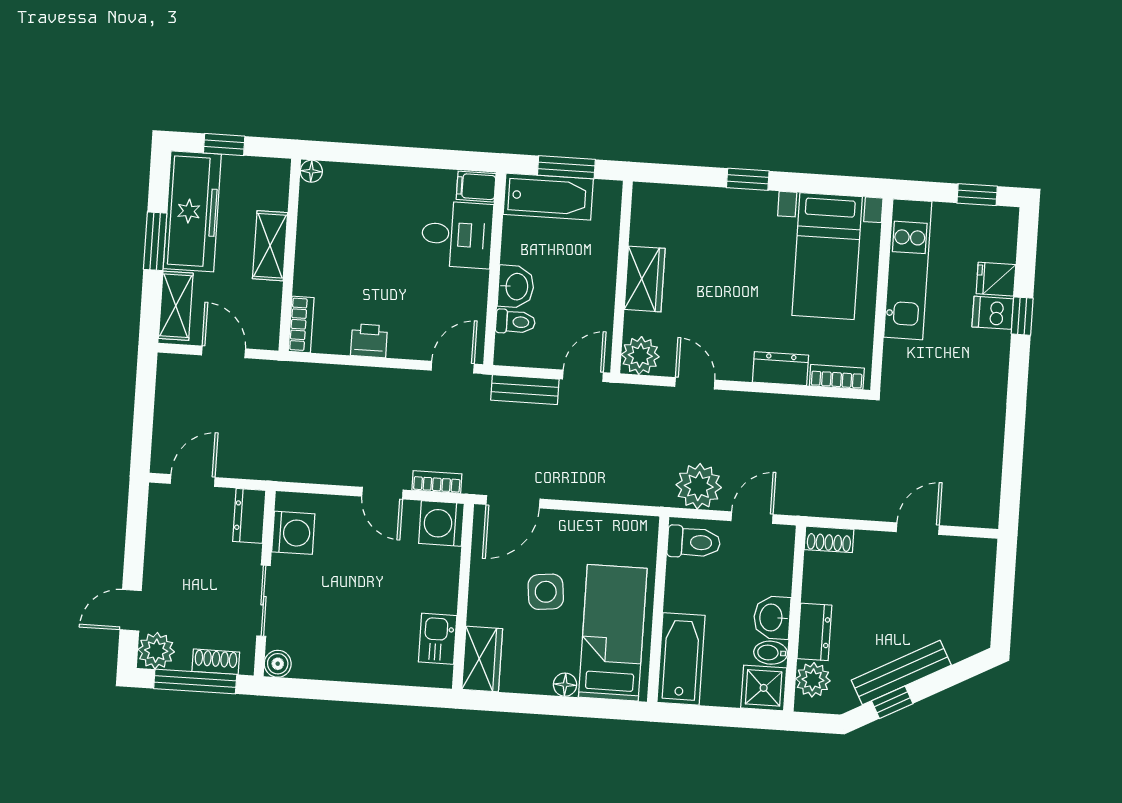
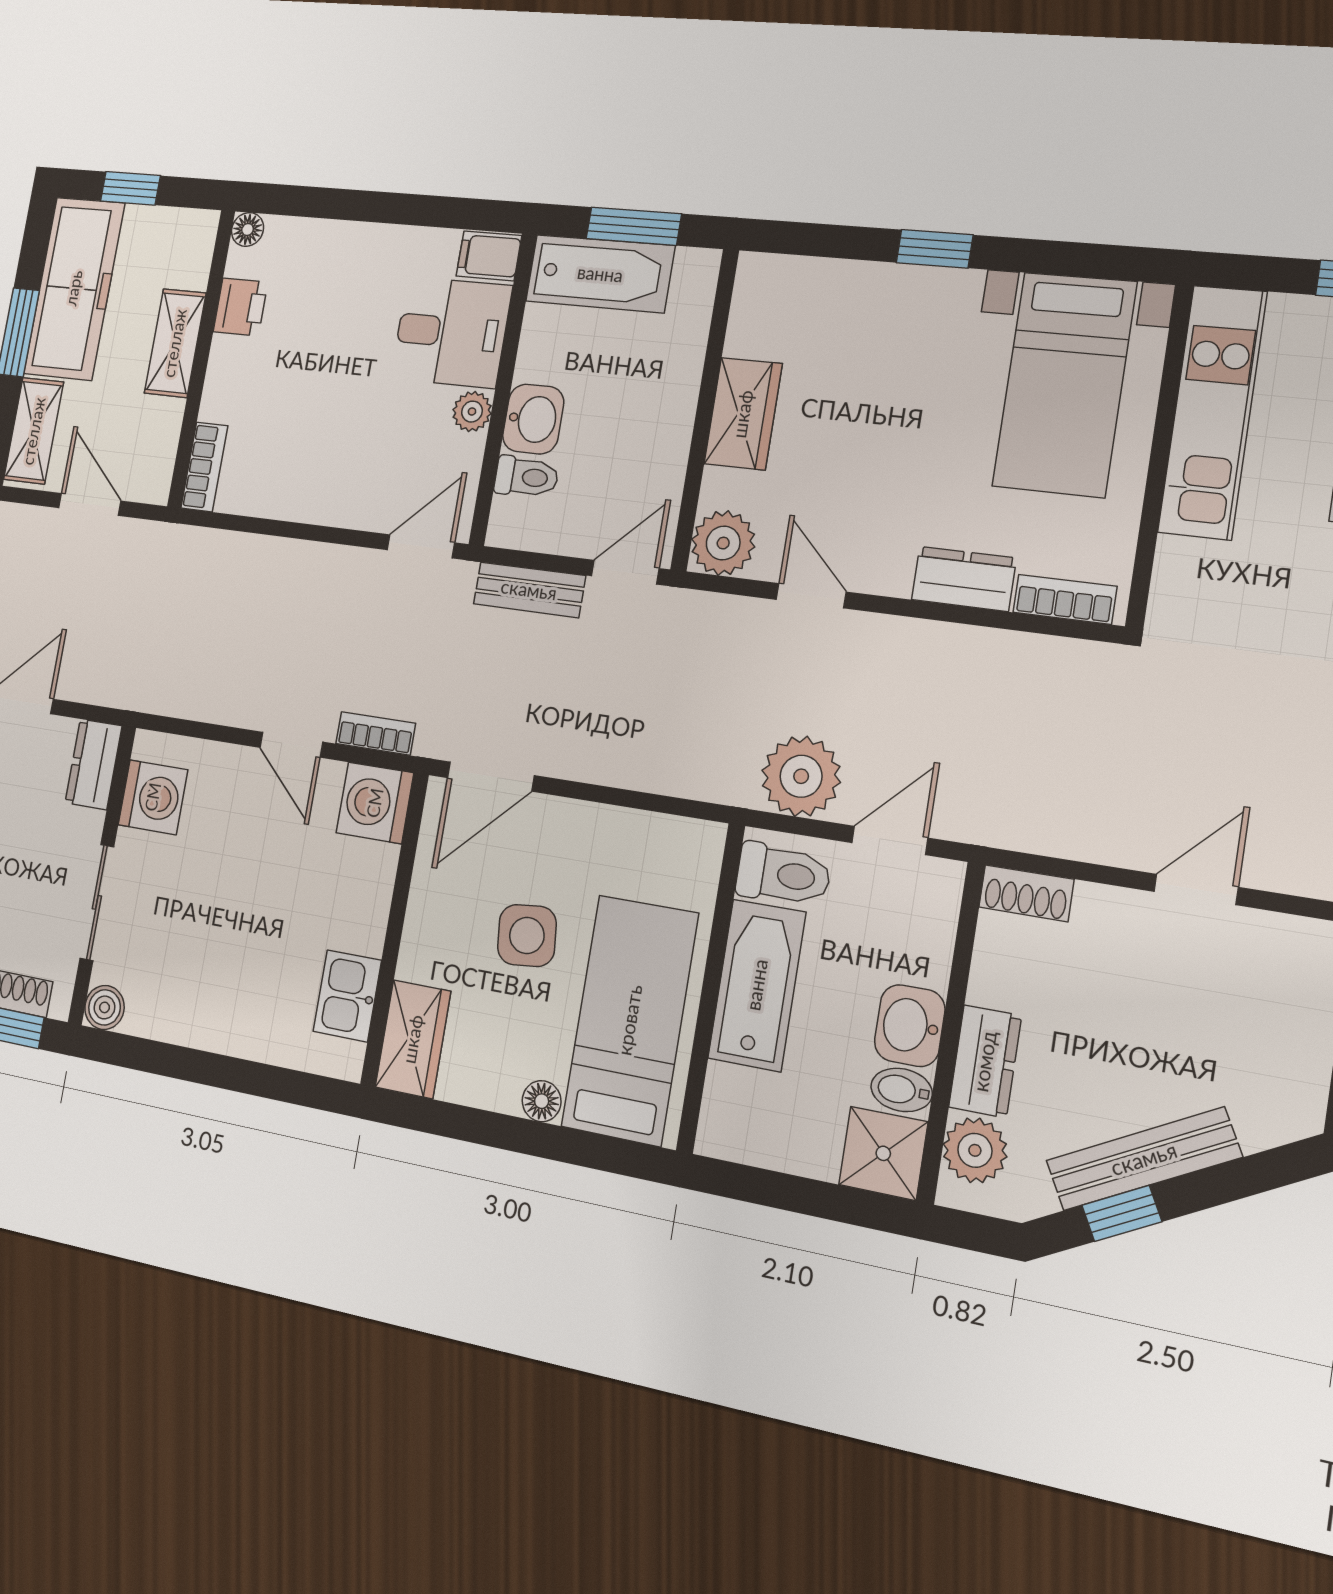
plant: (476, 283) -> (472, 412), added
printer: (369, 341) -> (240, 307), moved, turned 90
bathtub: (681, 659) -> (757, 985), moved

